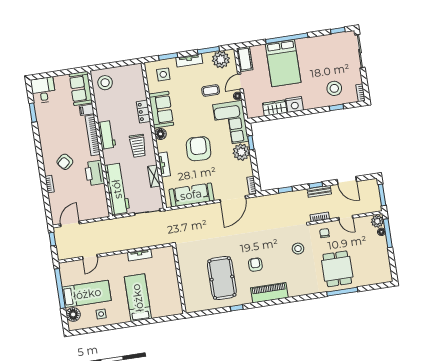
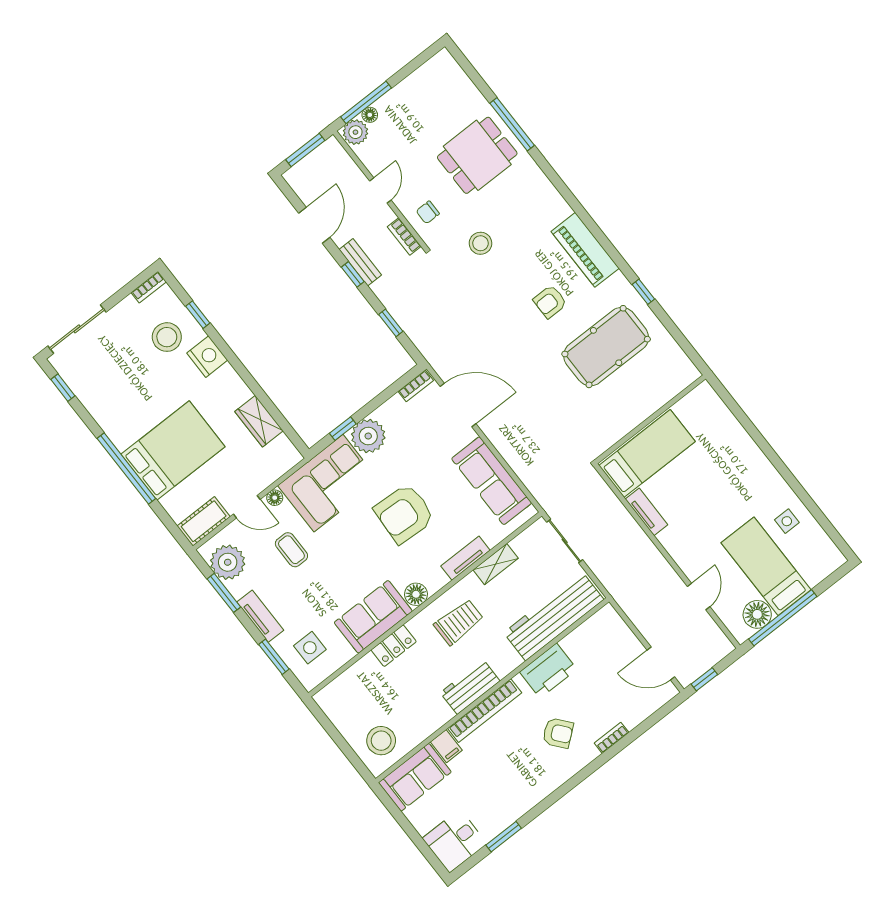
nightstand: (295, 104) -> (207, 357), moved
door: (90, 257) -> (699, 596), hinge flipped
bed: (138, 298) -> (647, 454), moved, turned 180
floor lamp: (73, 314) -> (757, 614), moved

